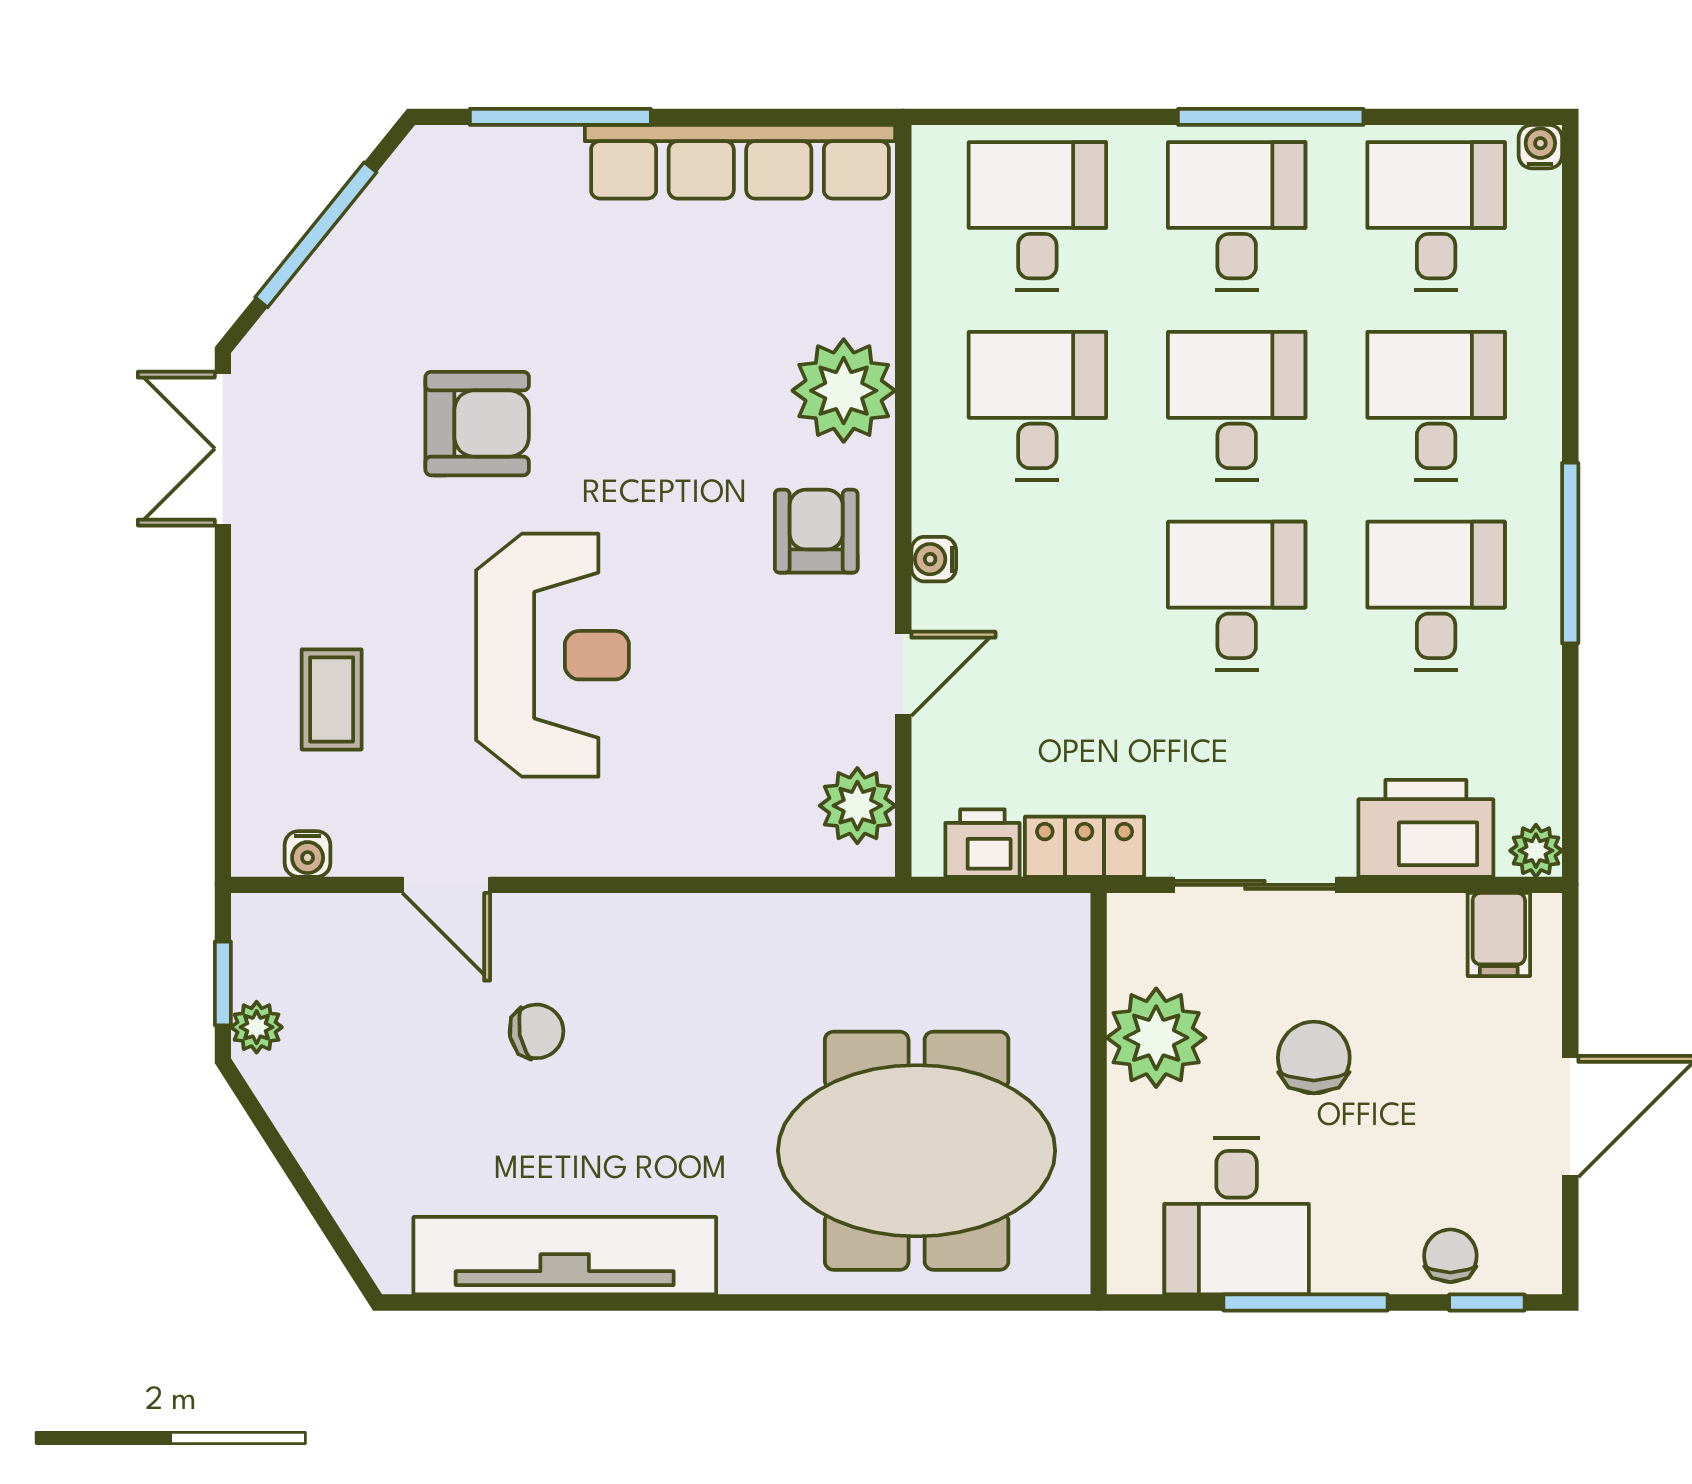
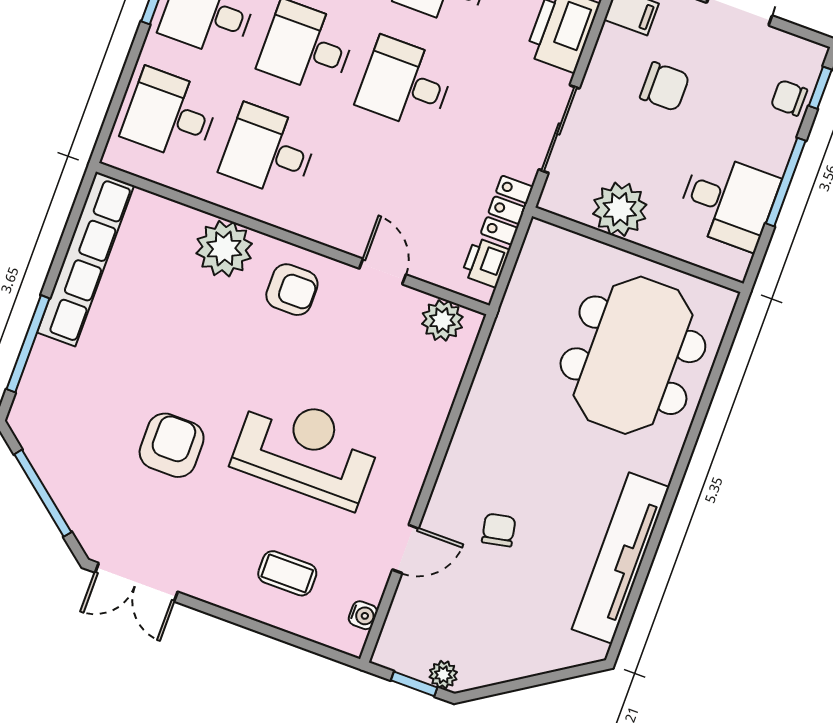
armchair: (816, 531) -> (292, 290), turned 180
water cooler: (934, 559) -> (329, 234), removed
chair: (1314, 1058) -> (665, 87), moved, turned 180

